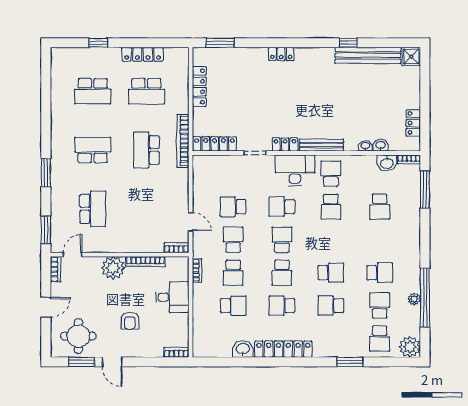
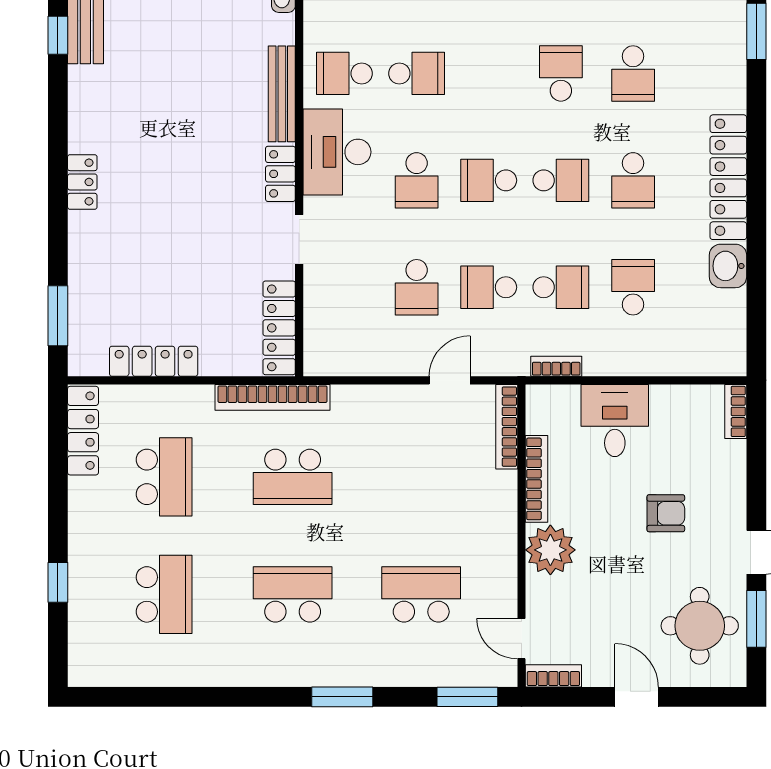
locker: (143, 54) -> (83, 431), moved
school desk: (93, 150) -> (293, 594), turned 90
bookcase: (176, 248) -> (507, 427), width x1.56

